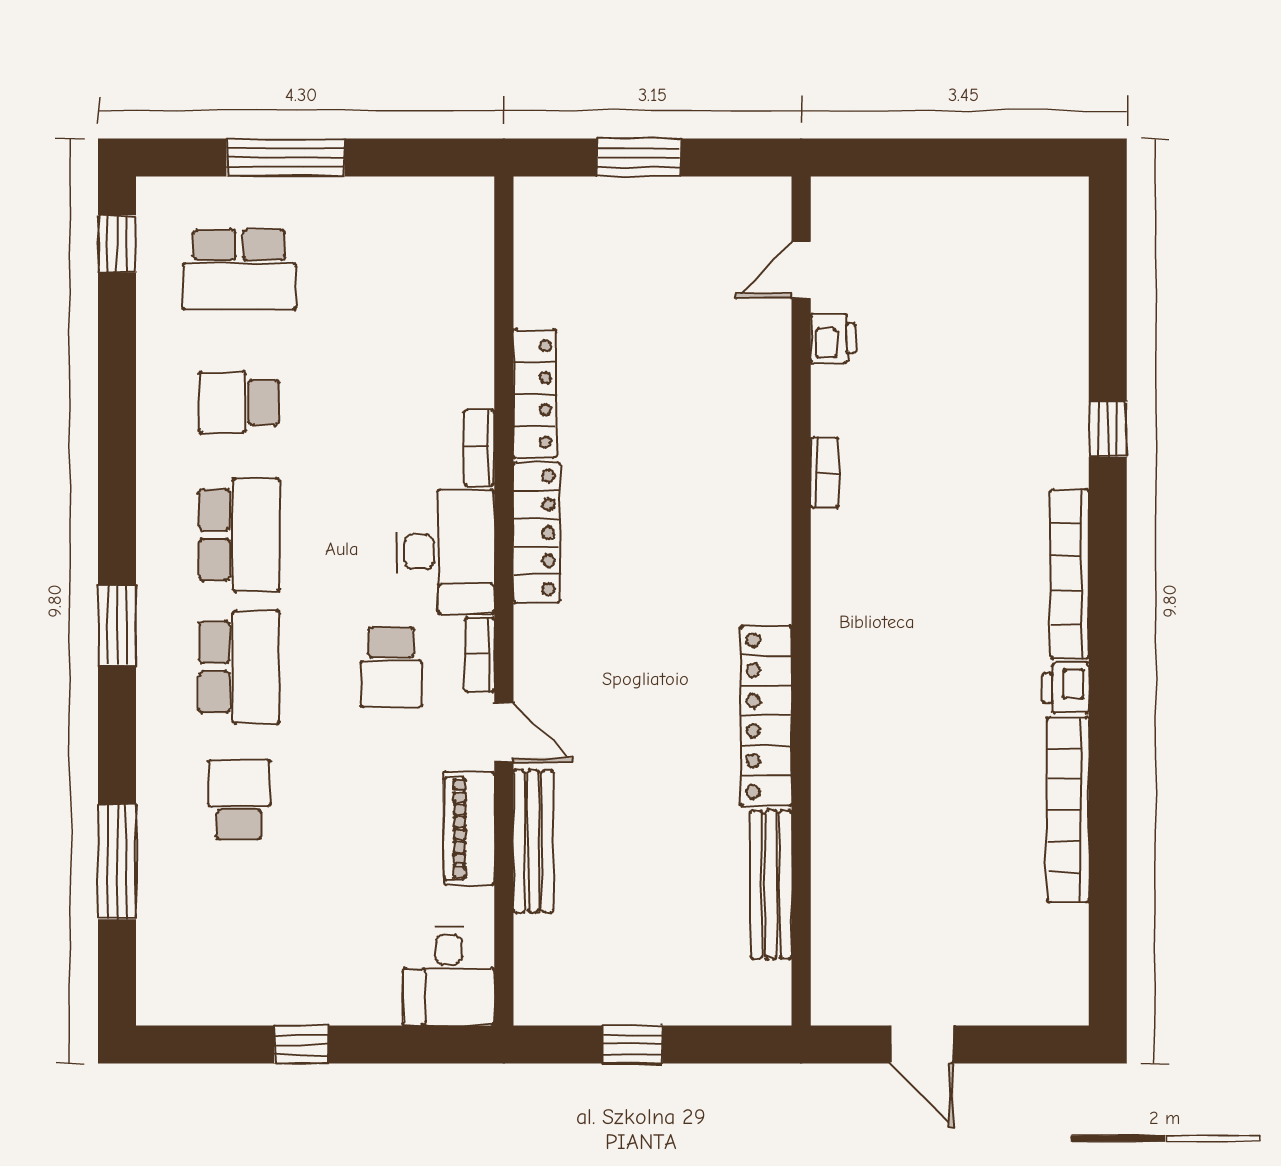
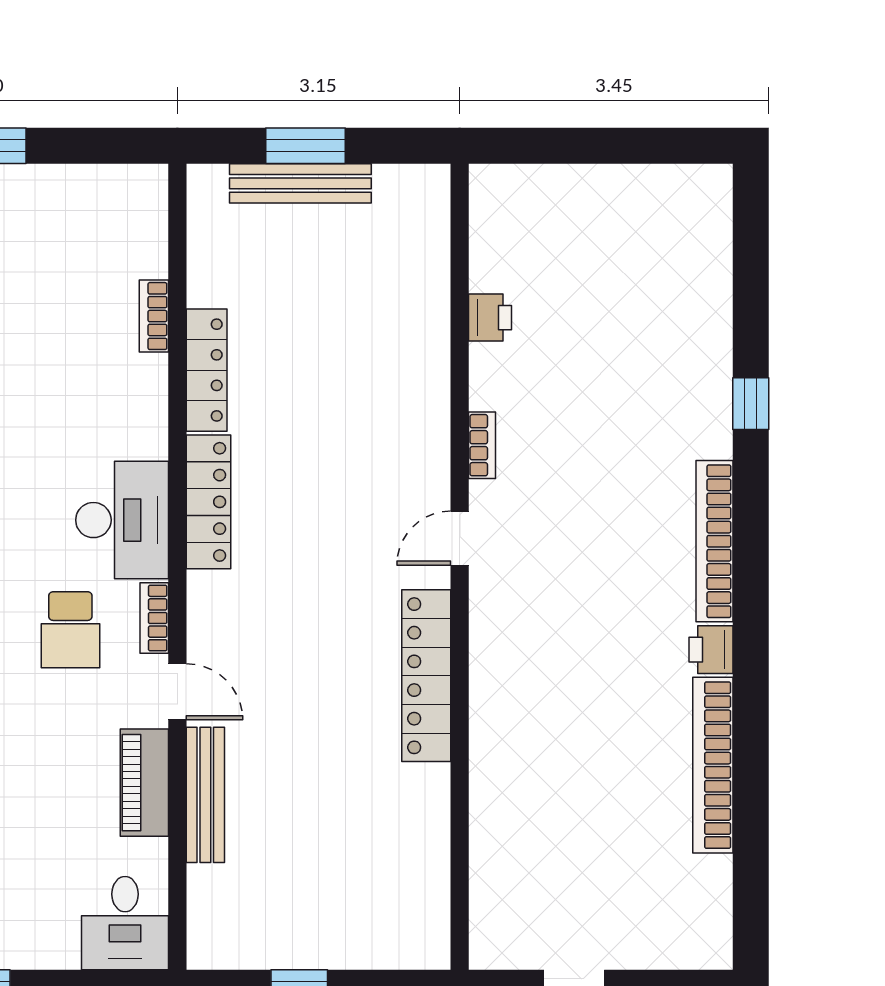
door: (801, 270) -> (460, 538), moved
bookcase: (479, 448) -> (154, 316), moved
bench: (771, 885) -> (300, 183), moved, turned 90

